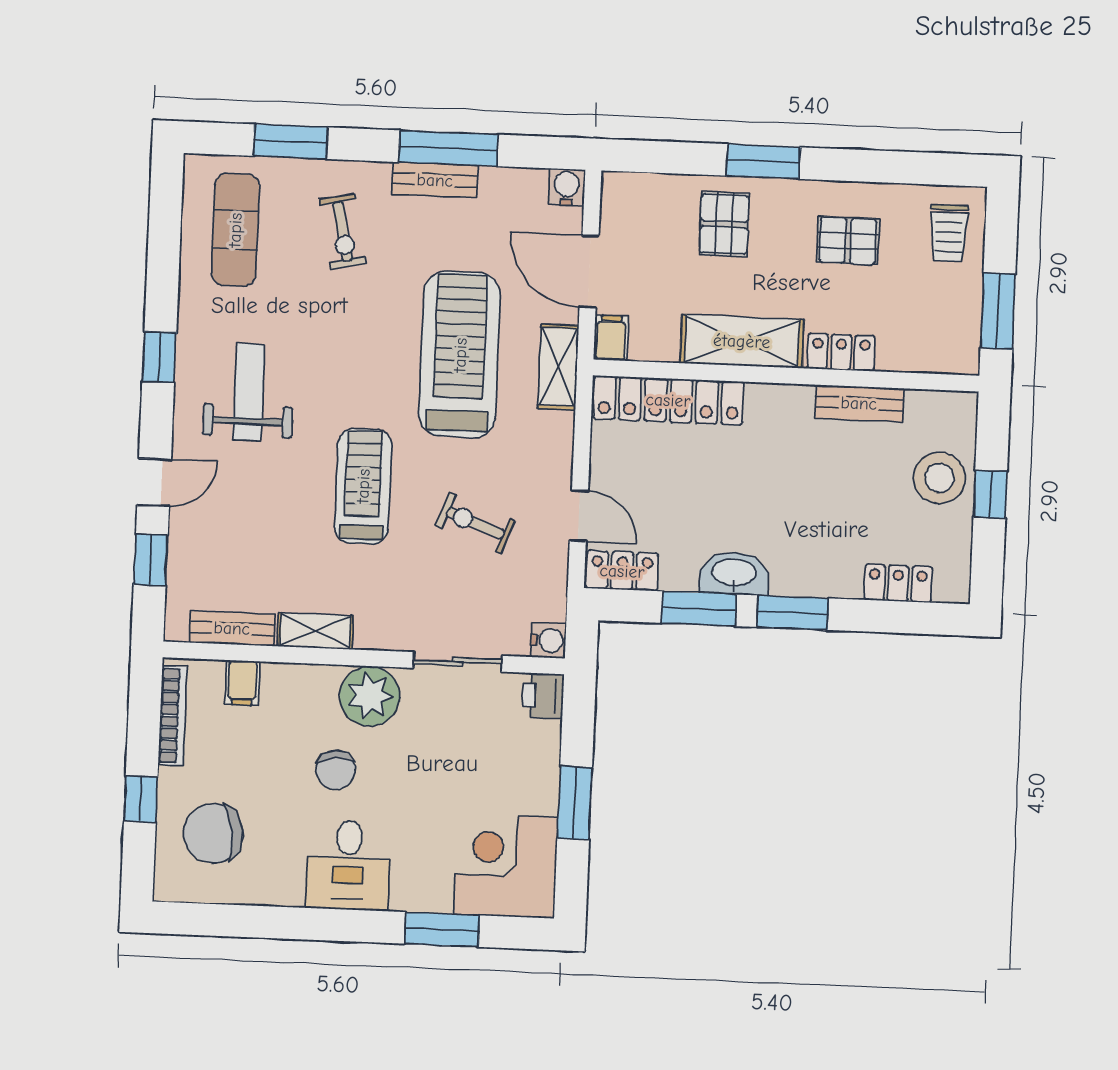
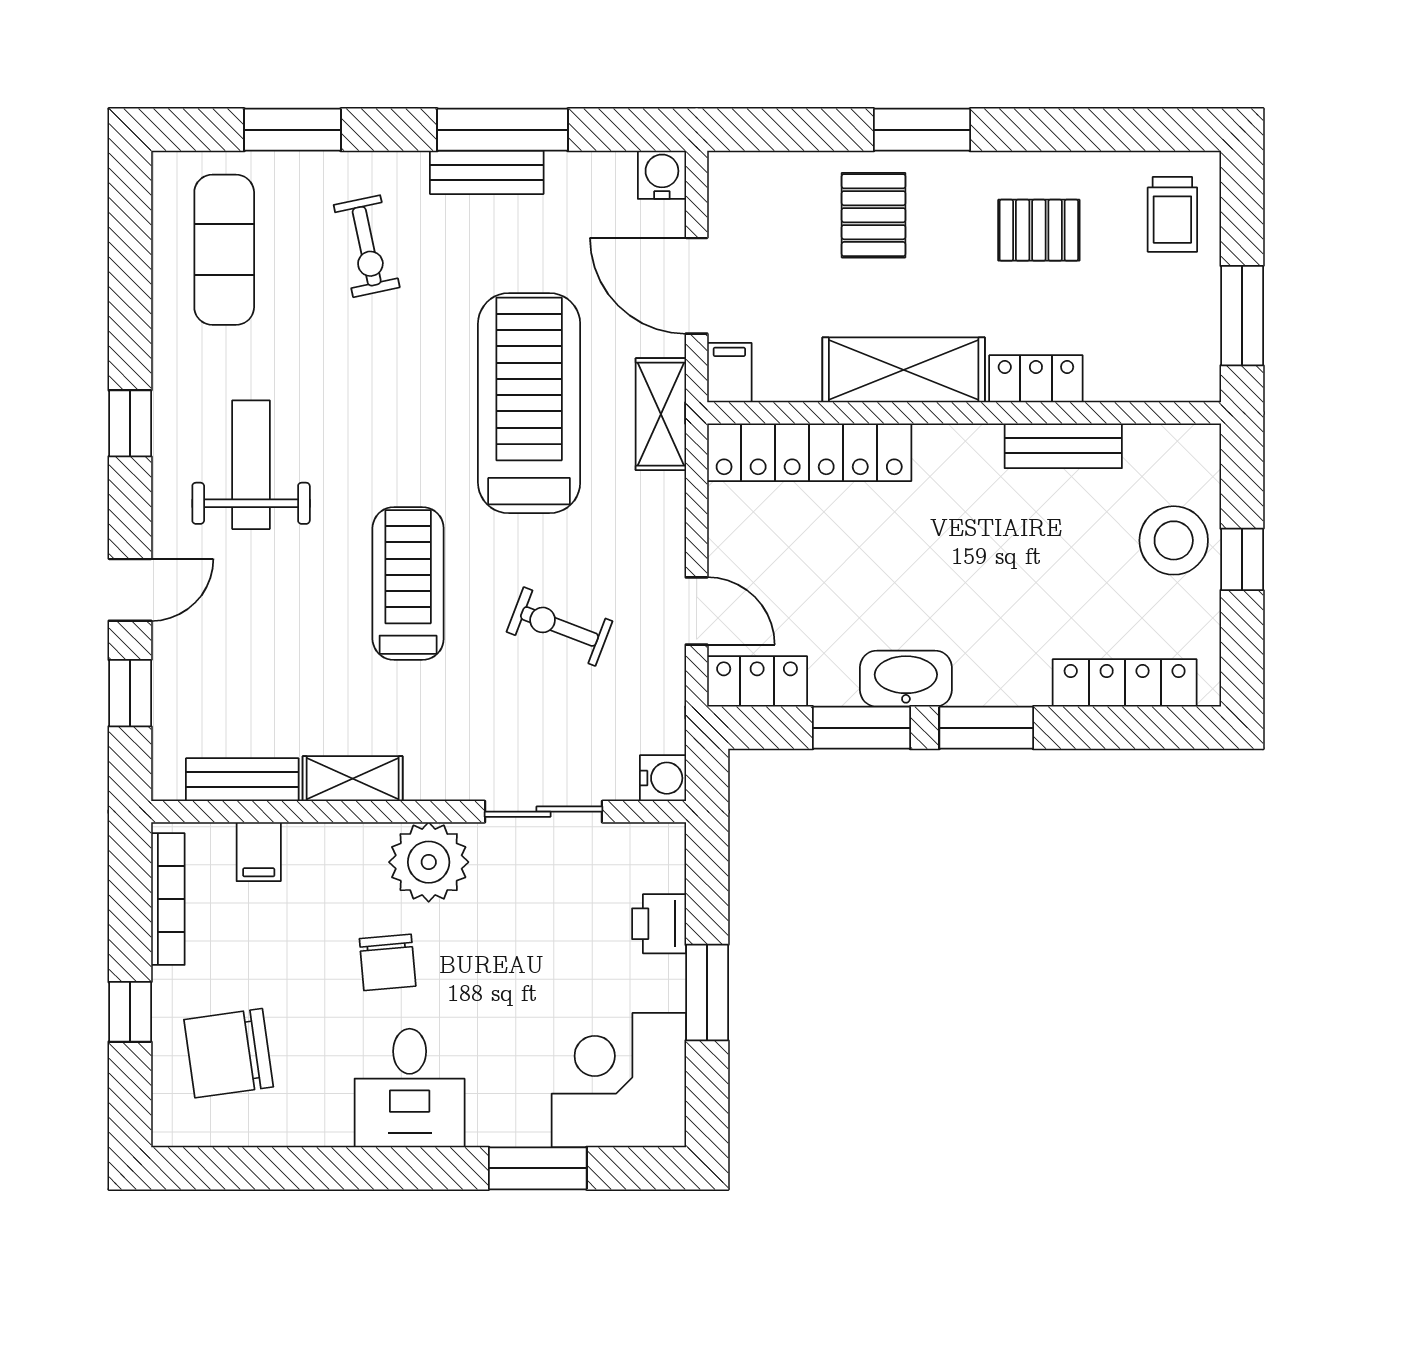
locker: (898, 583) -> (1125, 683), width x1.53
printer: (543, 696) -> (659, 924), moved

